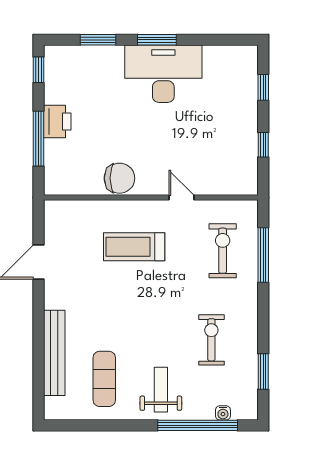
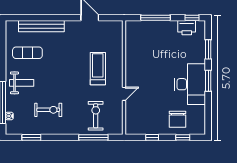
printer: (57, 122) -> (187, 28), moved
chair: (119, 178) -> (177, 119), moved
exercise bike: (223, 251) -> (96, 116), turned -90

